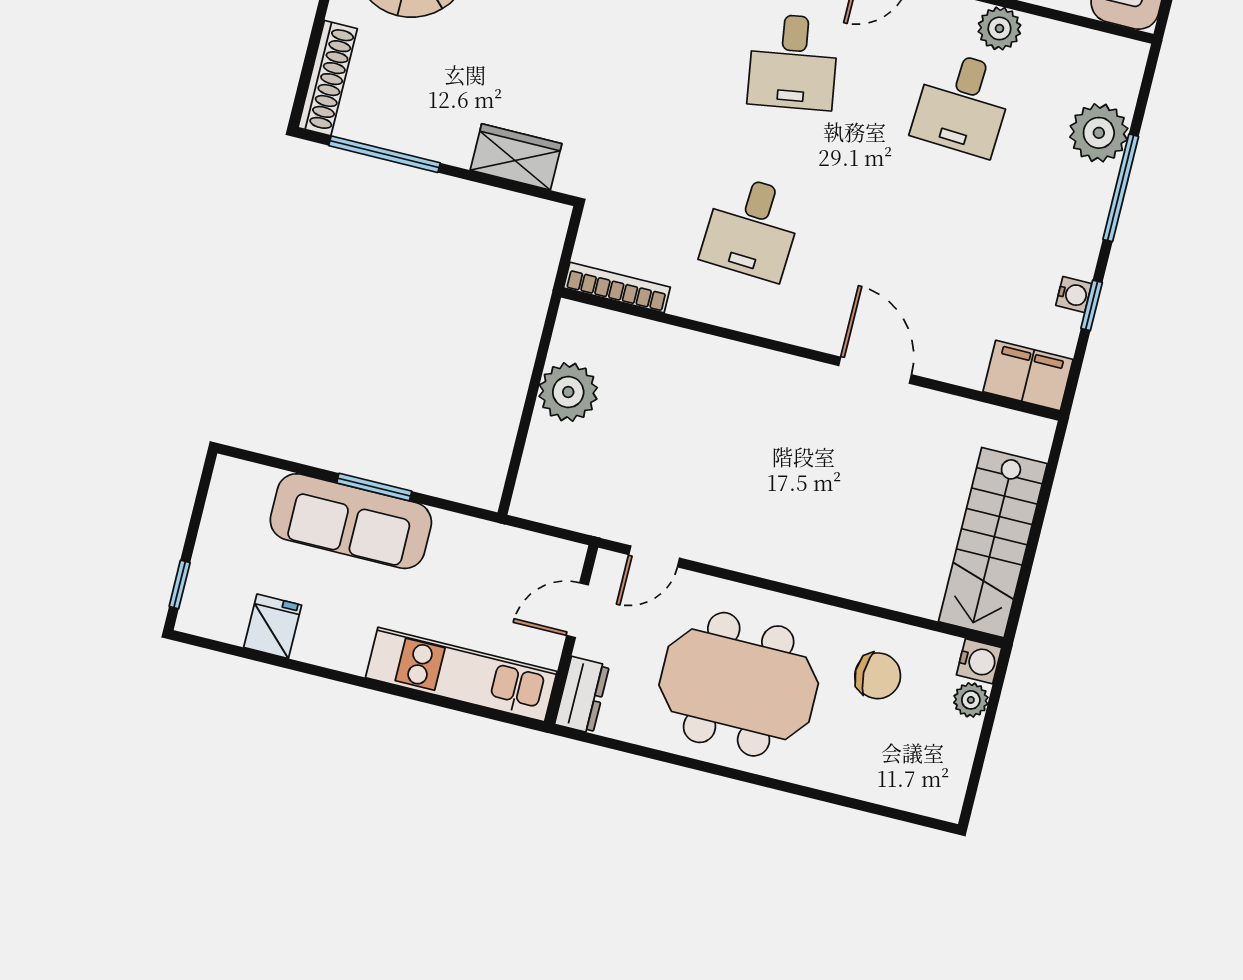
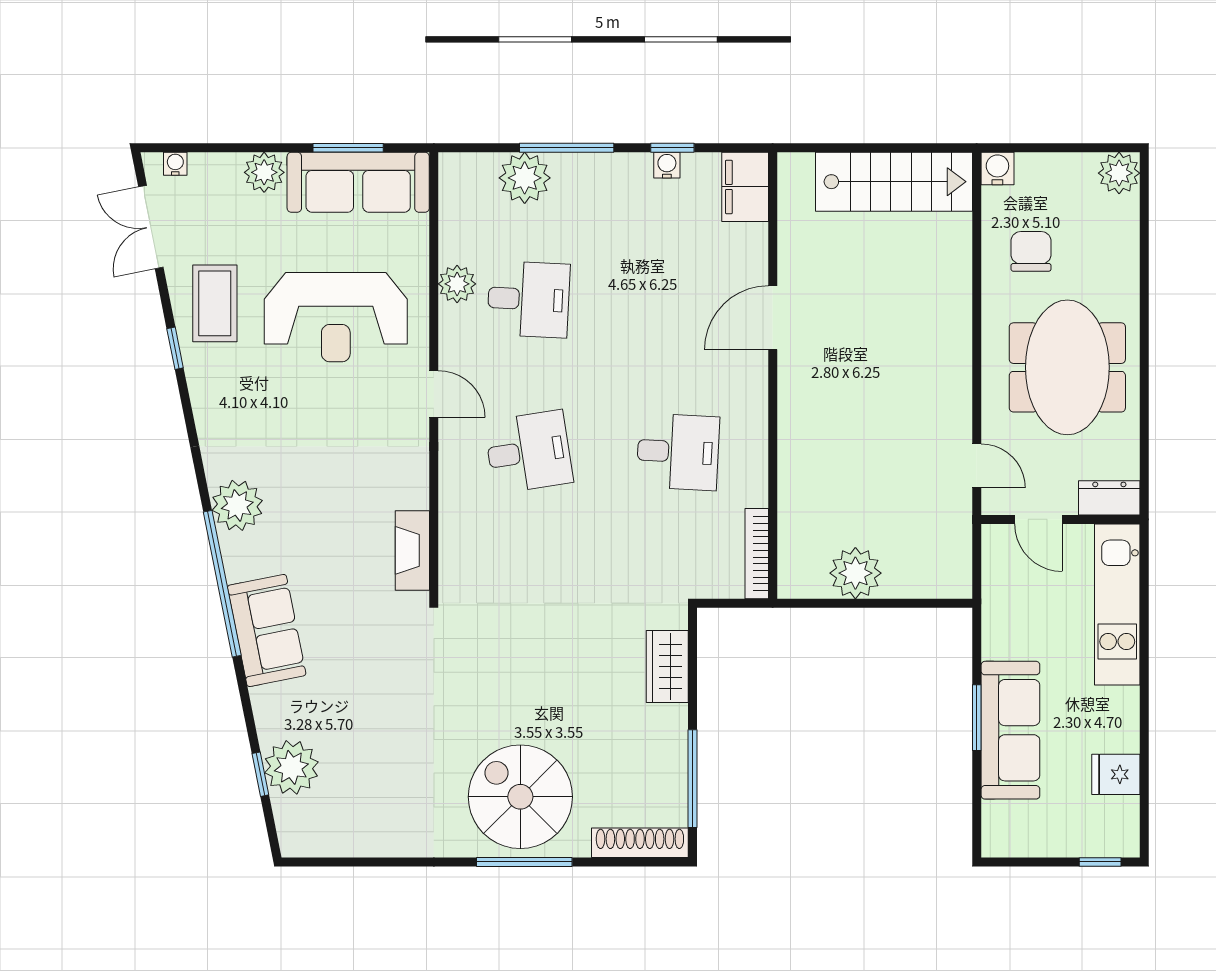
plant: (971, 700) -> (1119, 173), moved, width x1.38, depth x1.38

